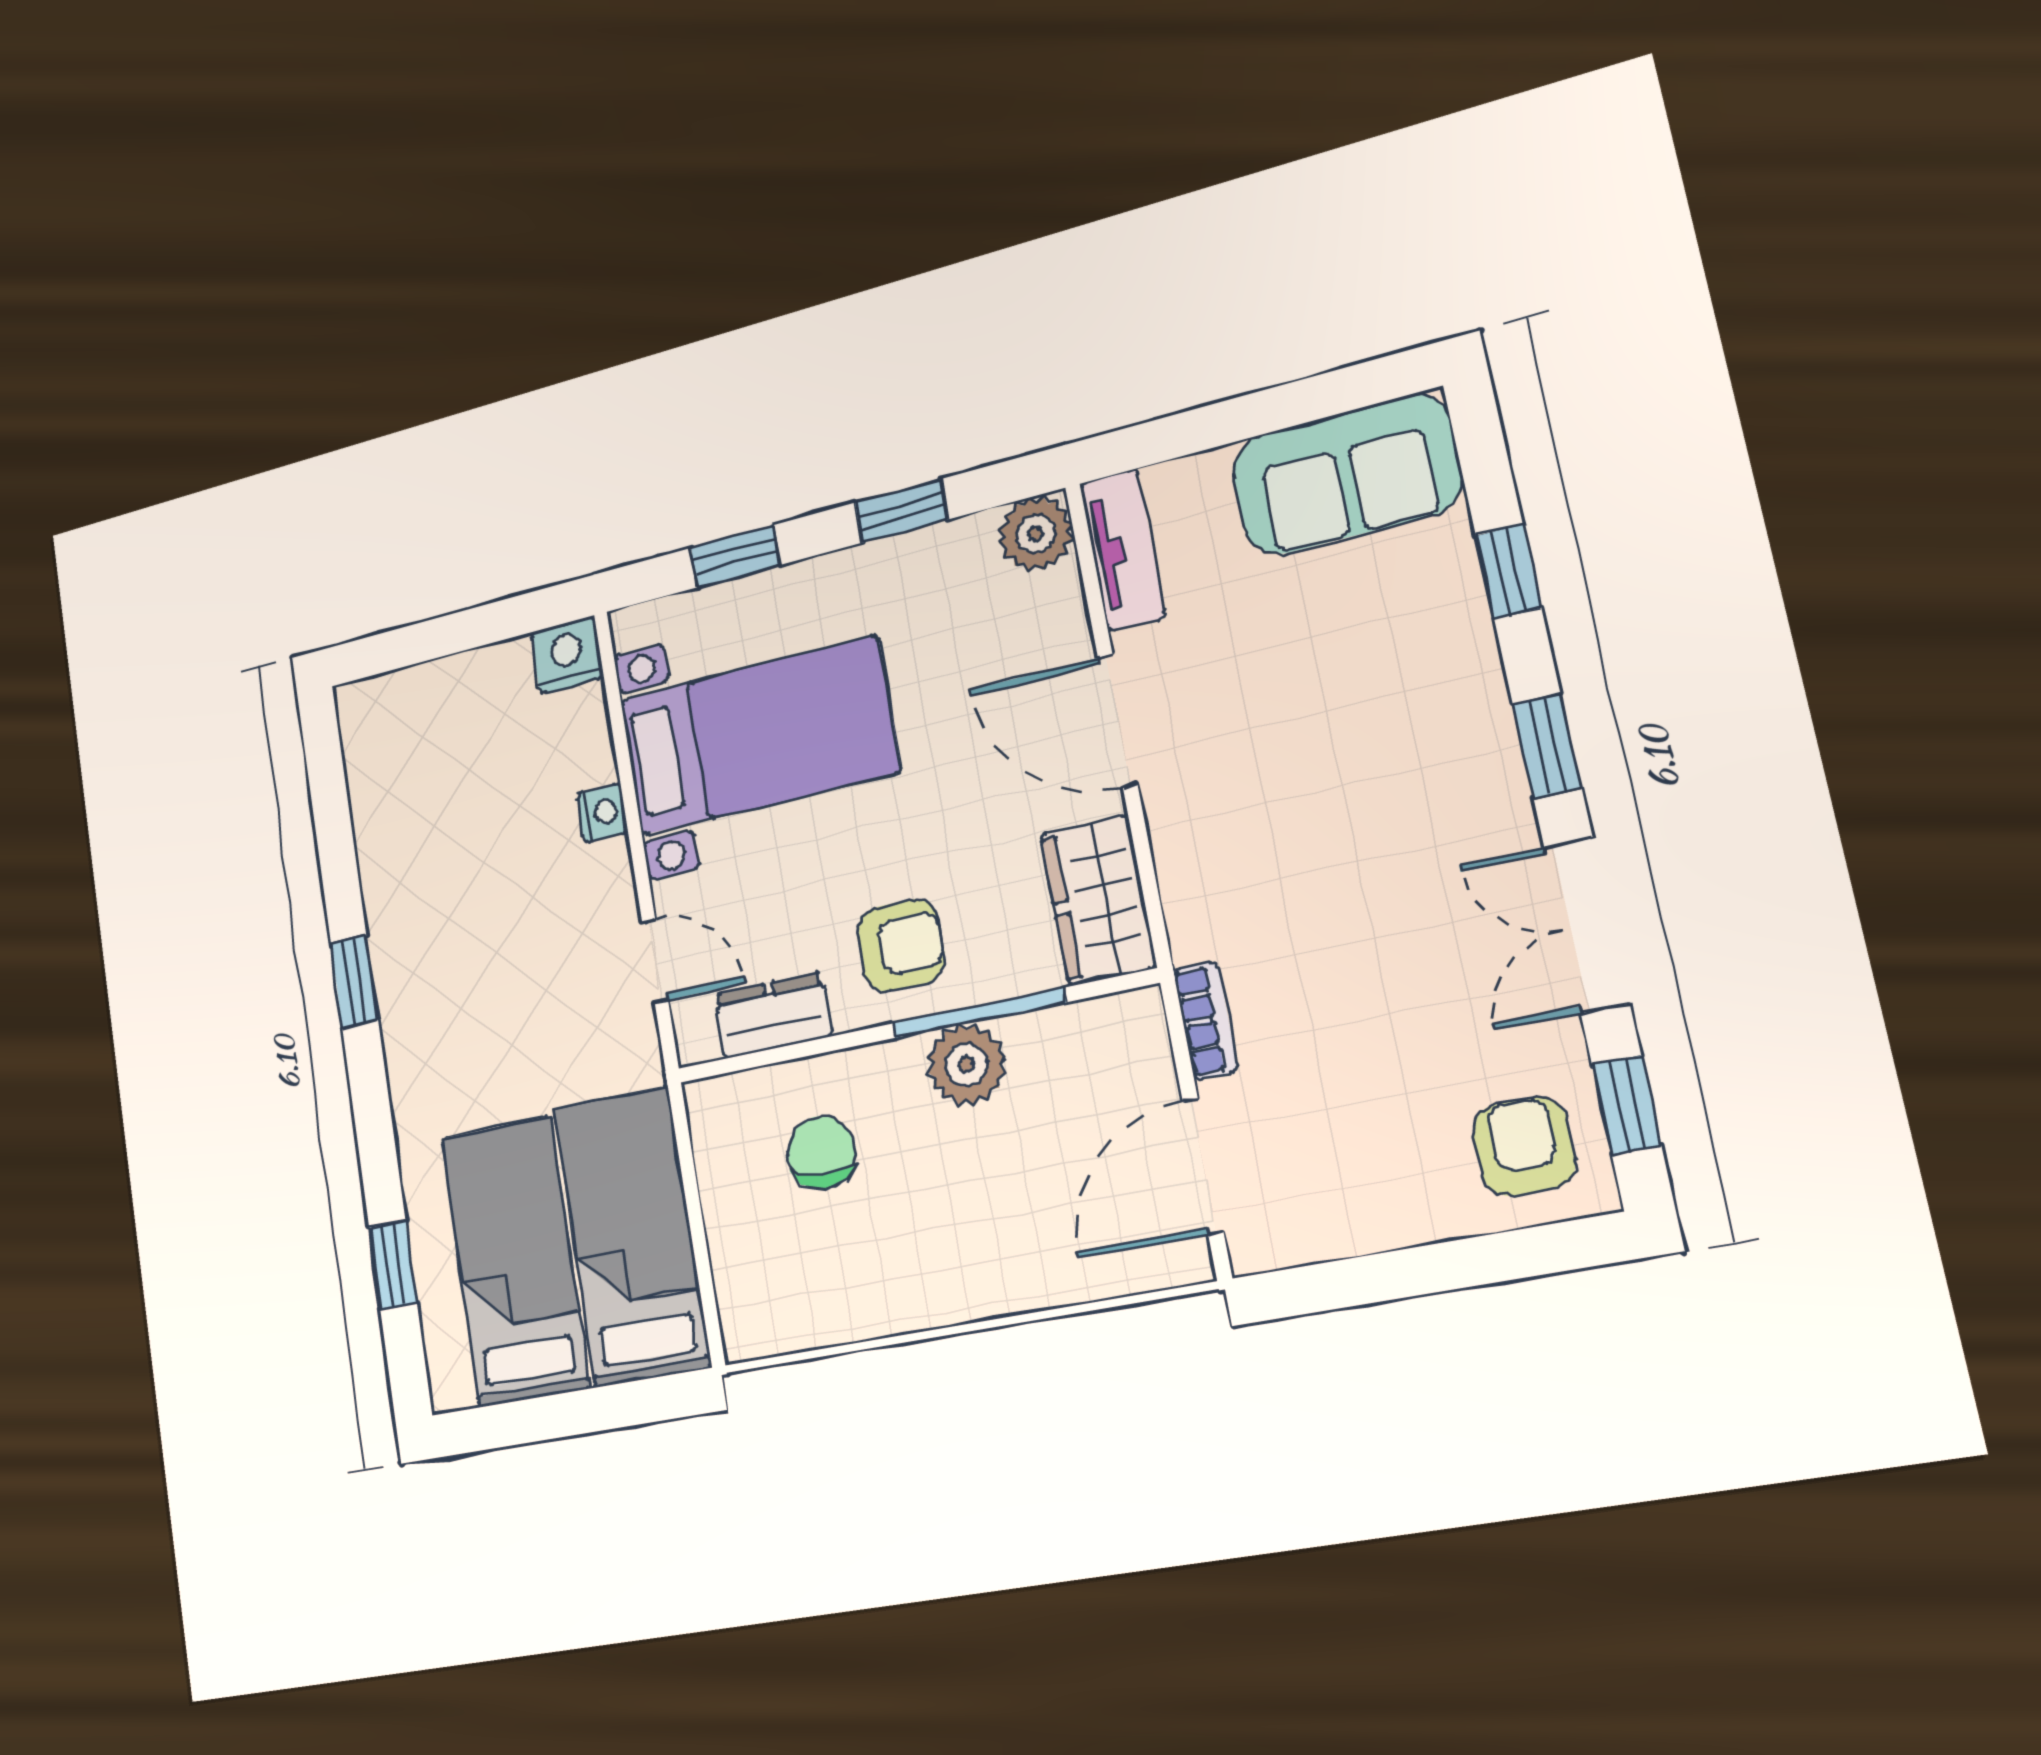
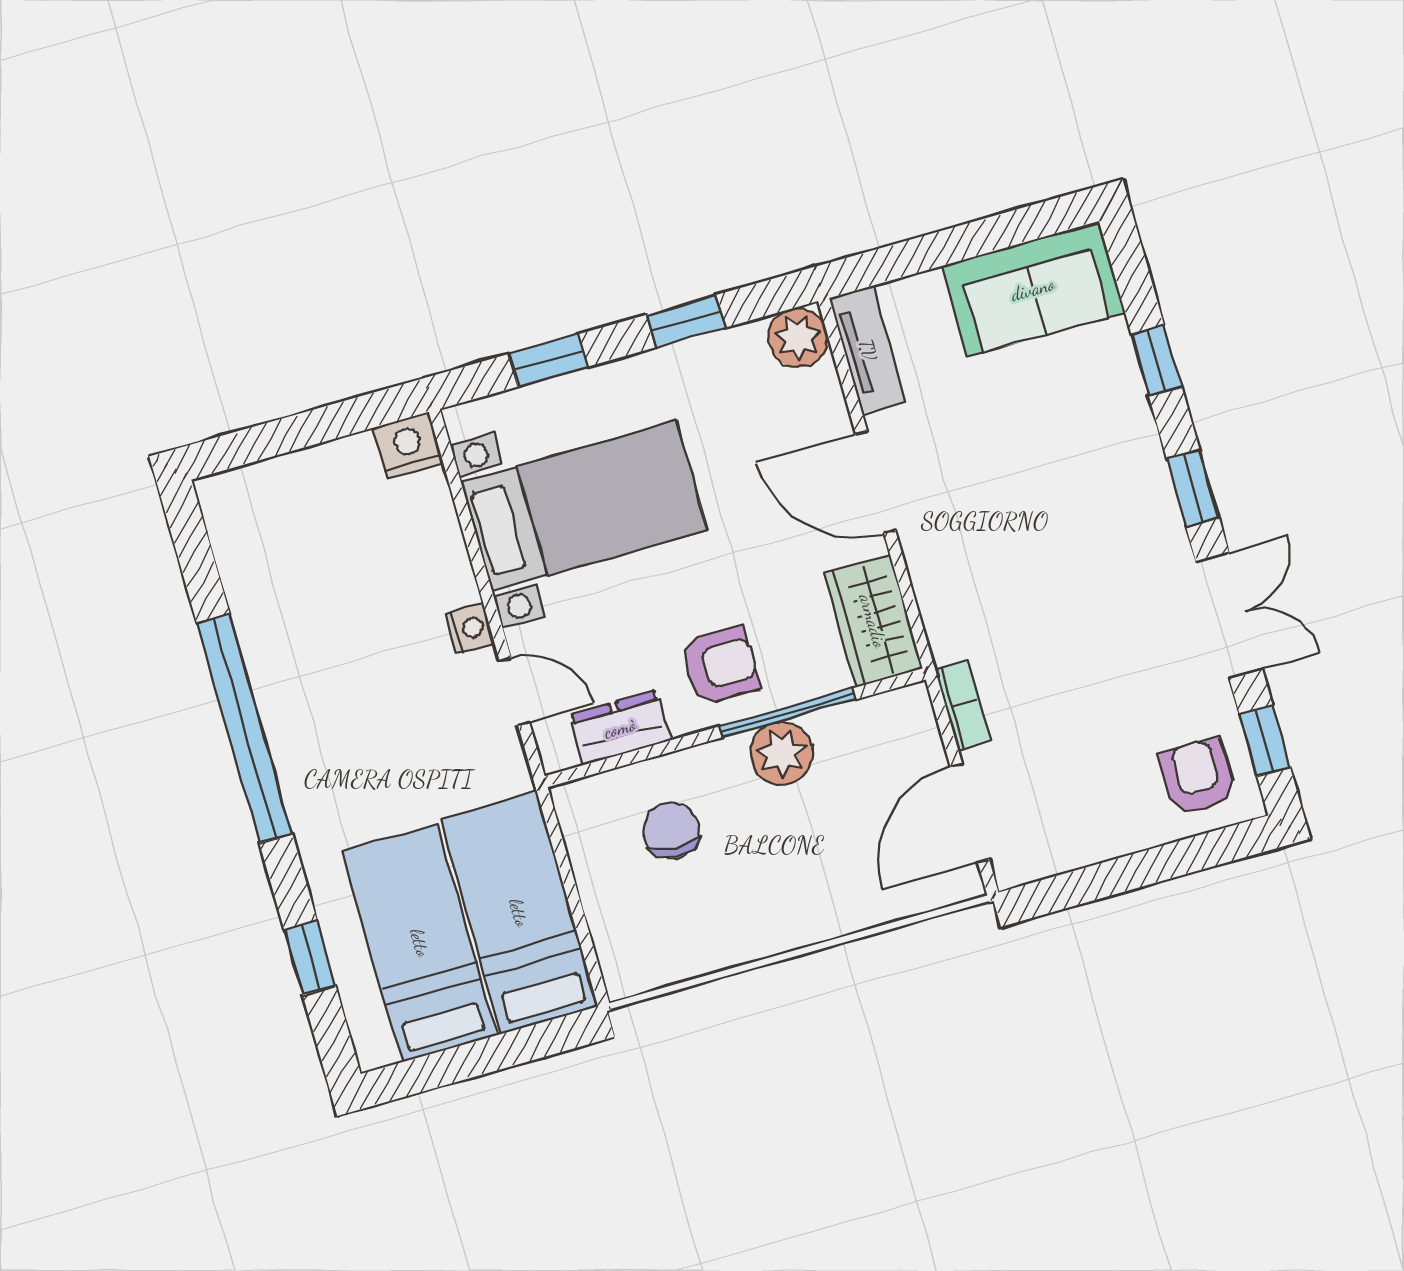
nightstand: (602, 813) -> (470, 628), moved
double door: (1587, 925) -> (1229, 616), swing flipped
window: (354, 981) -> (245, 729), width x3.17

